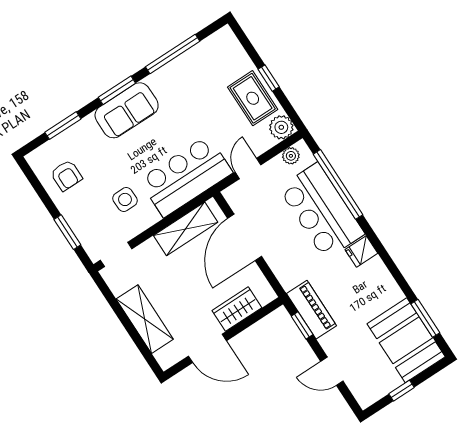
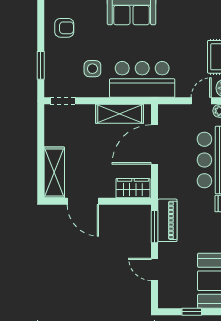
door: (248, 168) -> (201, 101), moved
armchair: (66, 175) -> (64, 28), turned -90
wardrobe: (237, 309) -> (133, 188), moved
shelving: (145, 319) -> (54, 172), moved
window: (302, 325) -> (155, 227), width x1.50

